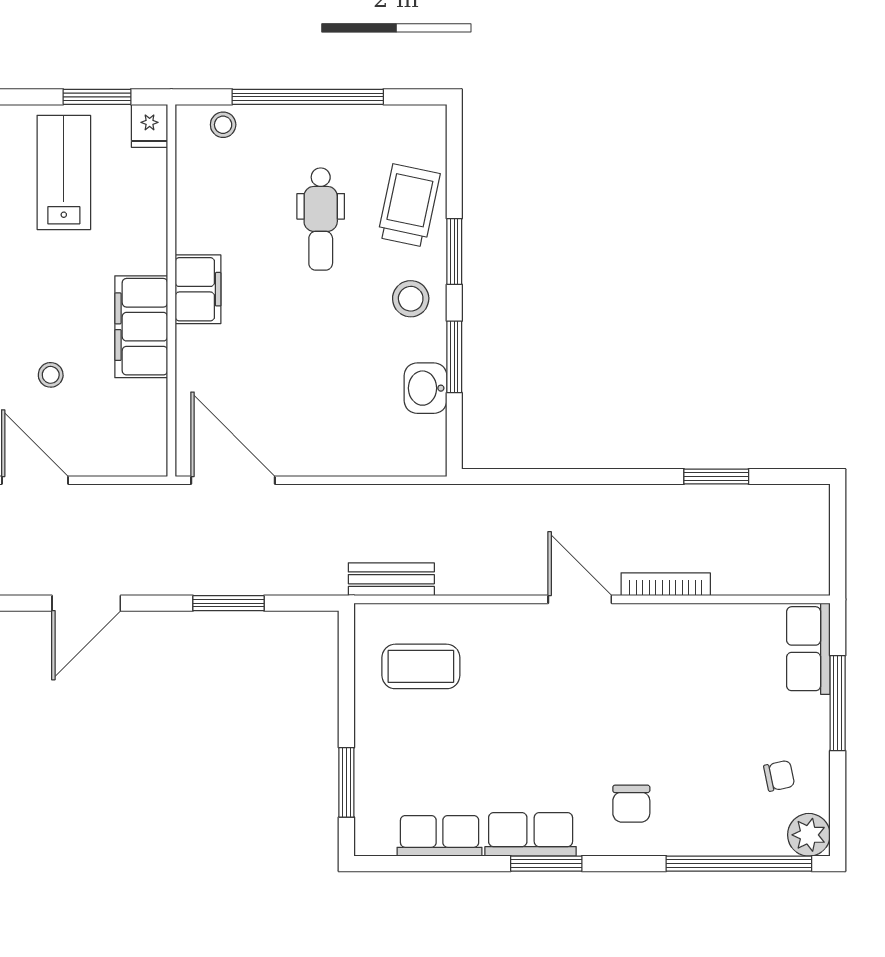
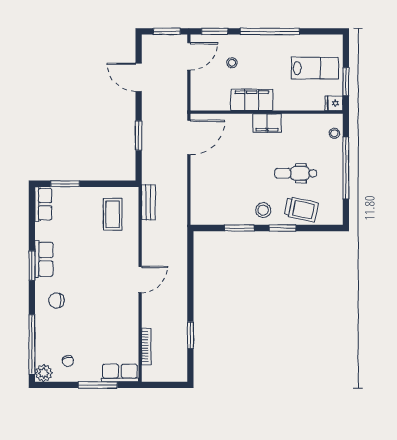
washbasin: (426, 388) -> (227, 216), removed
bookcase: (666, 584) -> (146, 346), moved
row of seats: (440, 836) -> (43, 204), moved

